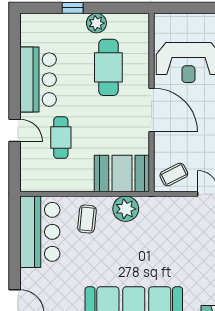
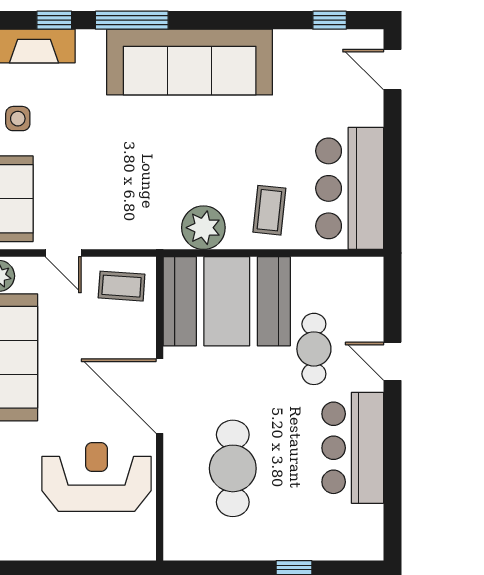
plant: (96, 23) -> (253, 544), removed
booth: (122, 173) -> (227, 301), width x1.36, depth x1.42
coffee table: (174, 175) -> (122, 286), turned 31

